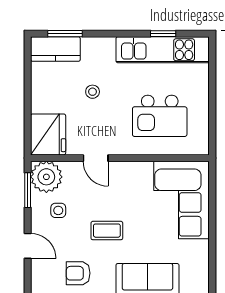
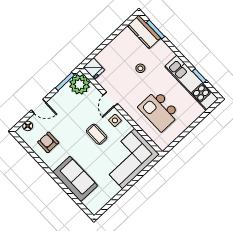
fridge: (48, 134) -> (94, 69), width x0.53, depth x0.75
side table: (58, 210) -> (115, 120), moved
coffee table: (107, 231) -> (97, 134), moved
door: (28, 246) -> (39, 106), hinge flipped
floor lamp: (38, 279) -> (28, 126), added

